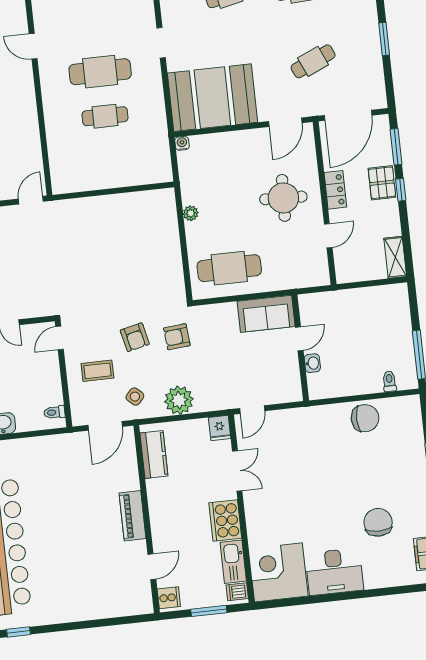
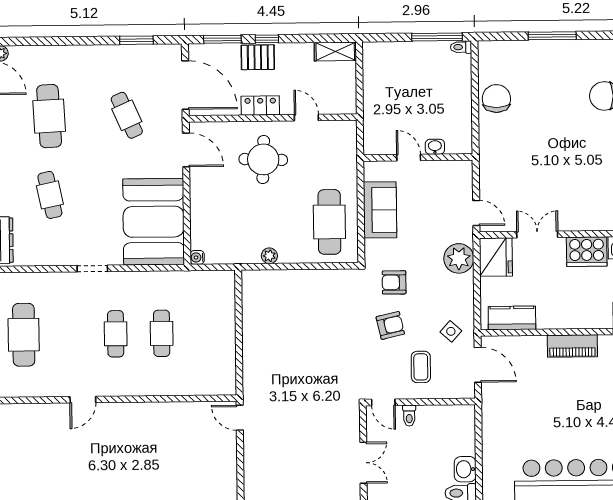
window: (384, 39) -> (136, 40), moved
cafe table: (100, 72) -> (116, 334), width x0.73, depth x0.74
sofa: (266, 314) -> (380, 210), moved
armchair: (177, 337) -> (394, 282), turned 95
toilet: (389, 381) -> (461, 47), moved
plant: (179, 400) -> (459, 258), moved
toilet: (54, 412) -> (409, 416), moved
fridge: (220, 428) -> (496, 257), width x1.88, depth x1.34

